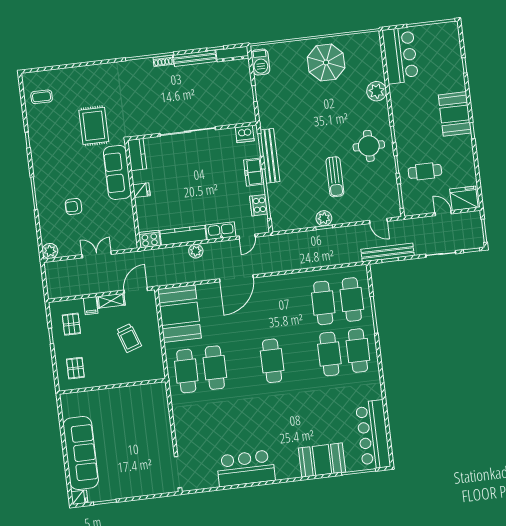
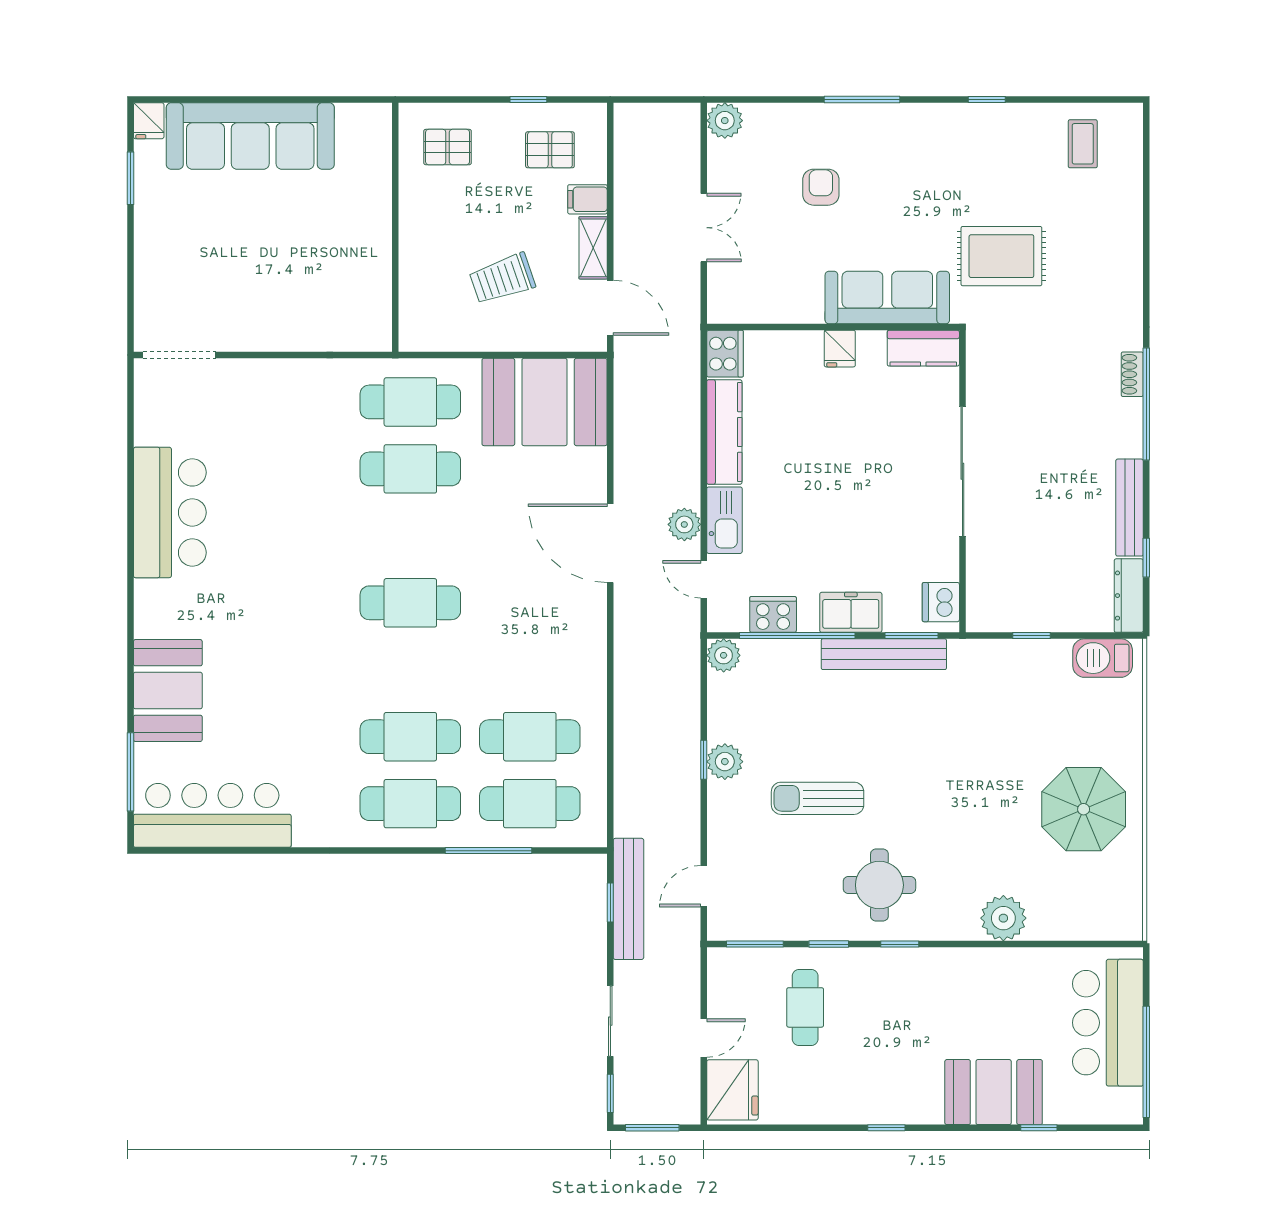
bar counter: (400, 55) -> (1108, 1023), moved, turned 90
shoe rack: (163, 61) -> (1132, 374), moved
booth: (455, 114) -> (994, 1092), moved
plant: (279, 224) -> (724, 655), added
plant: (196, 251) -> (684, 524), moved

